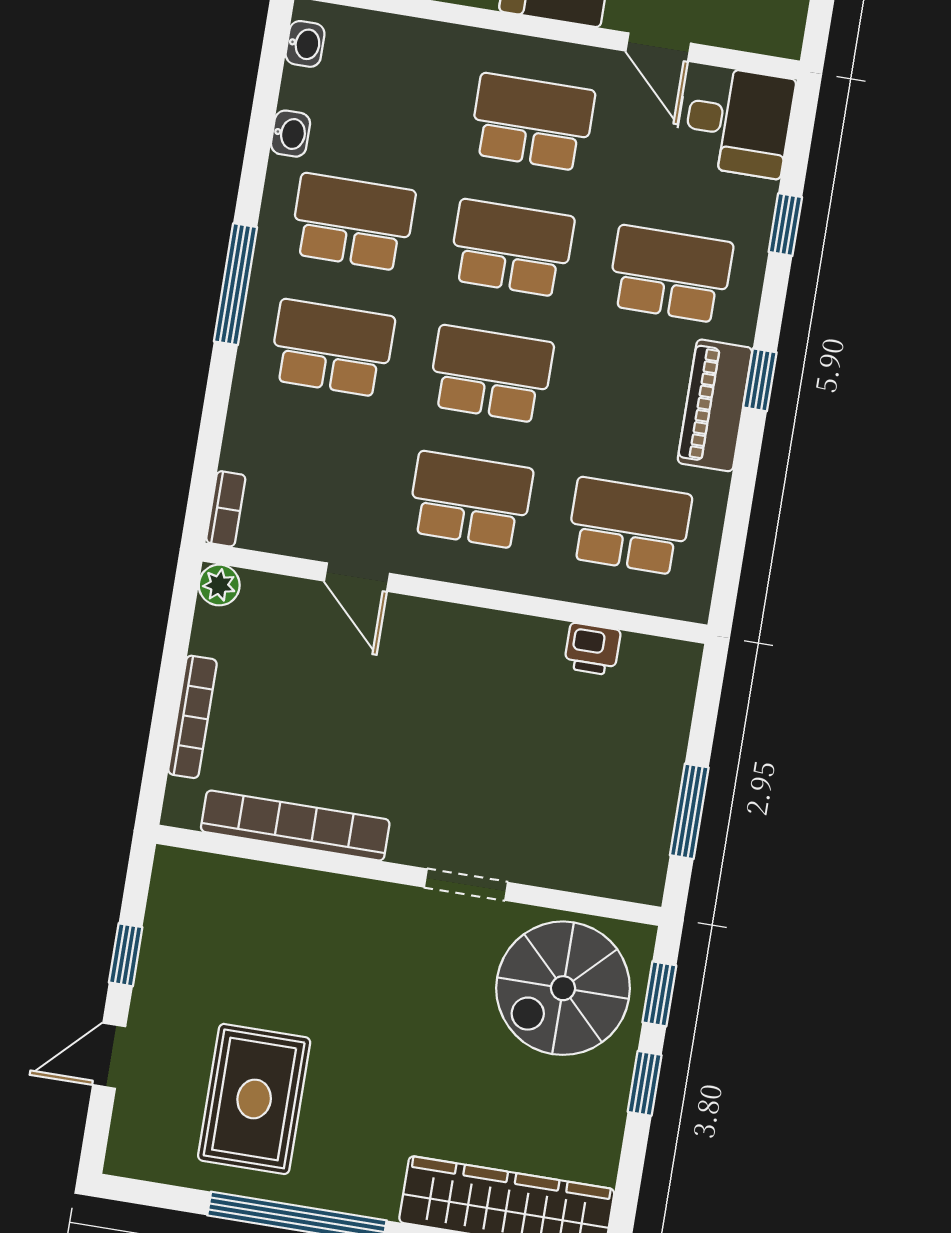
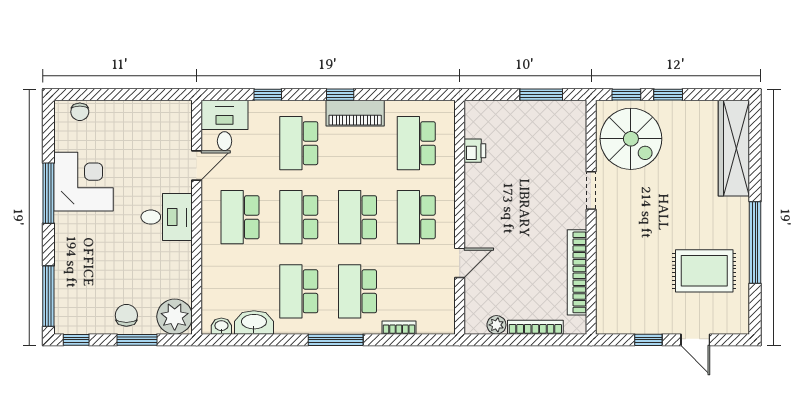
washbasin: (290, 134) -> (254, 322), width x1.91, depth x1.45
bookcase: (226, 509) -> (399, 328), moved
plant: (219, 585) -> (496, 325), moved

